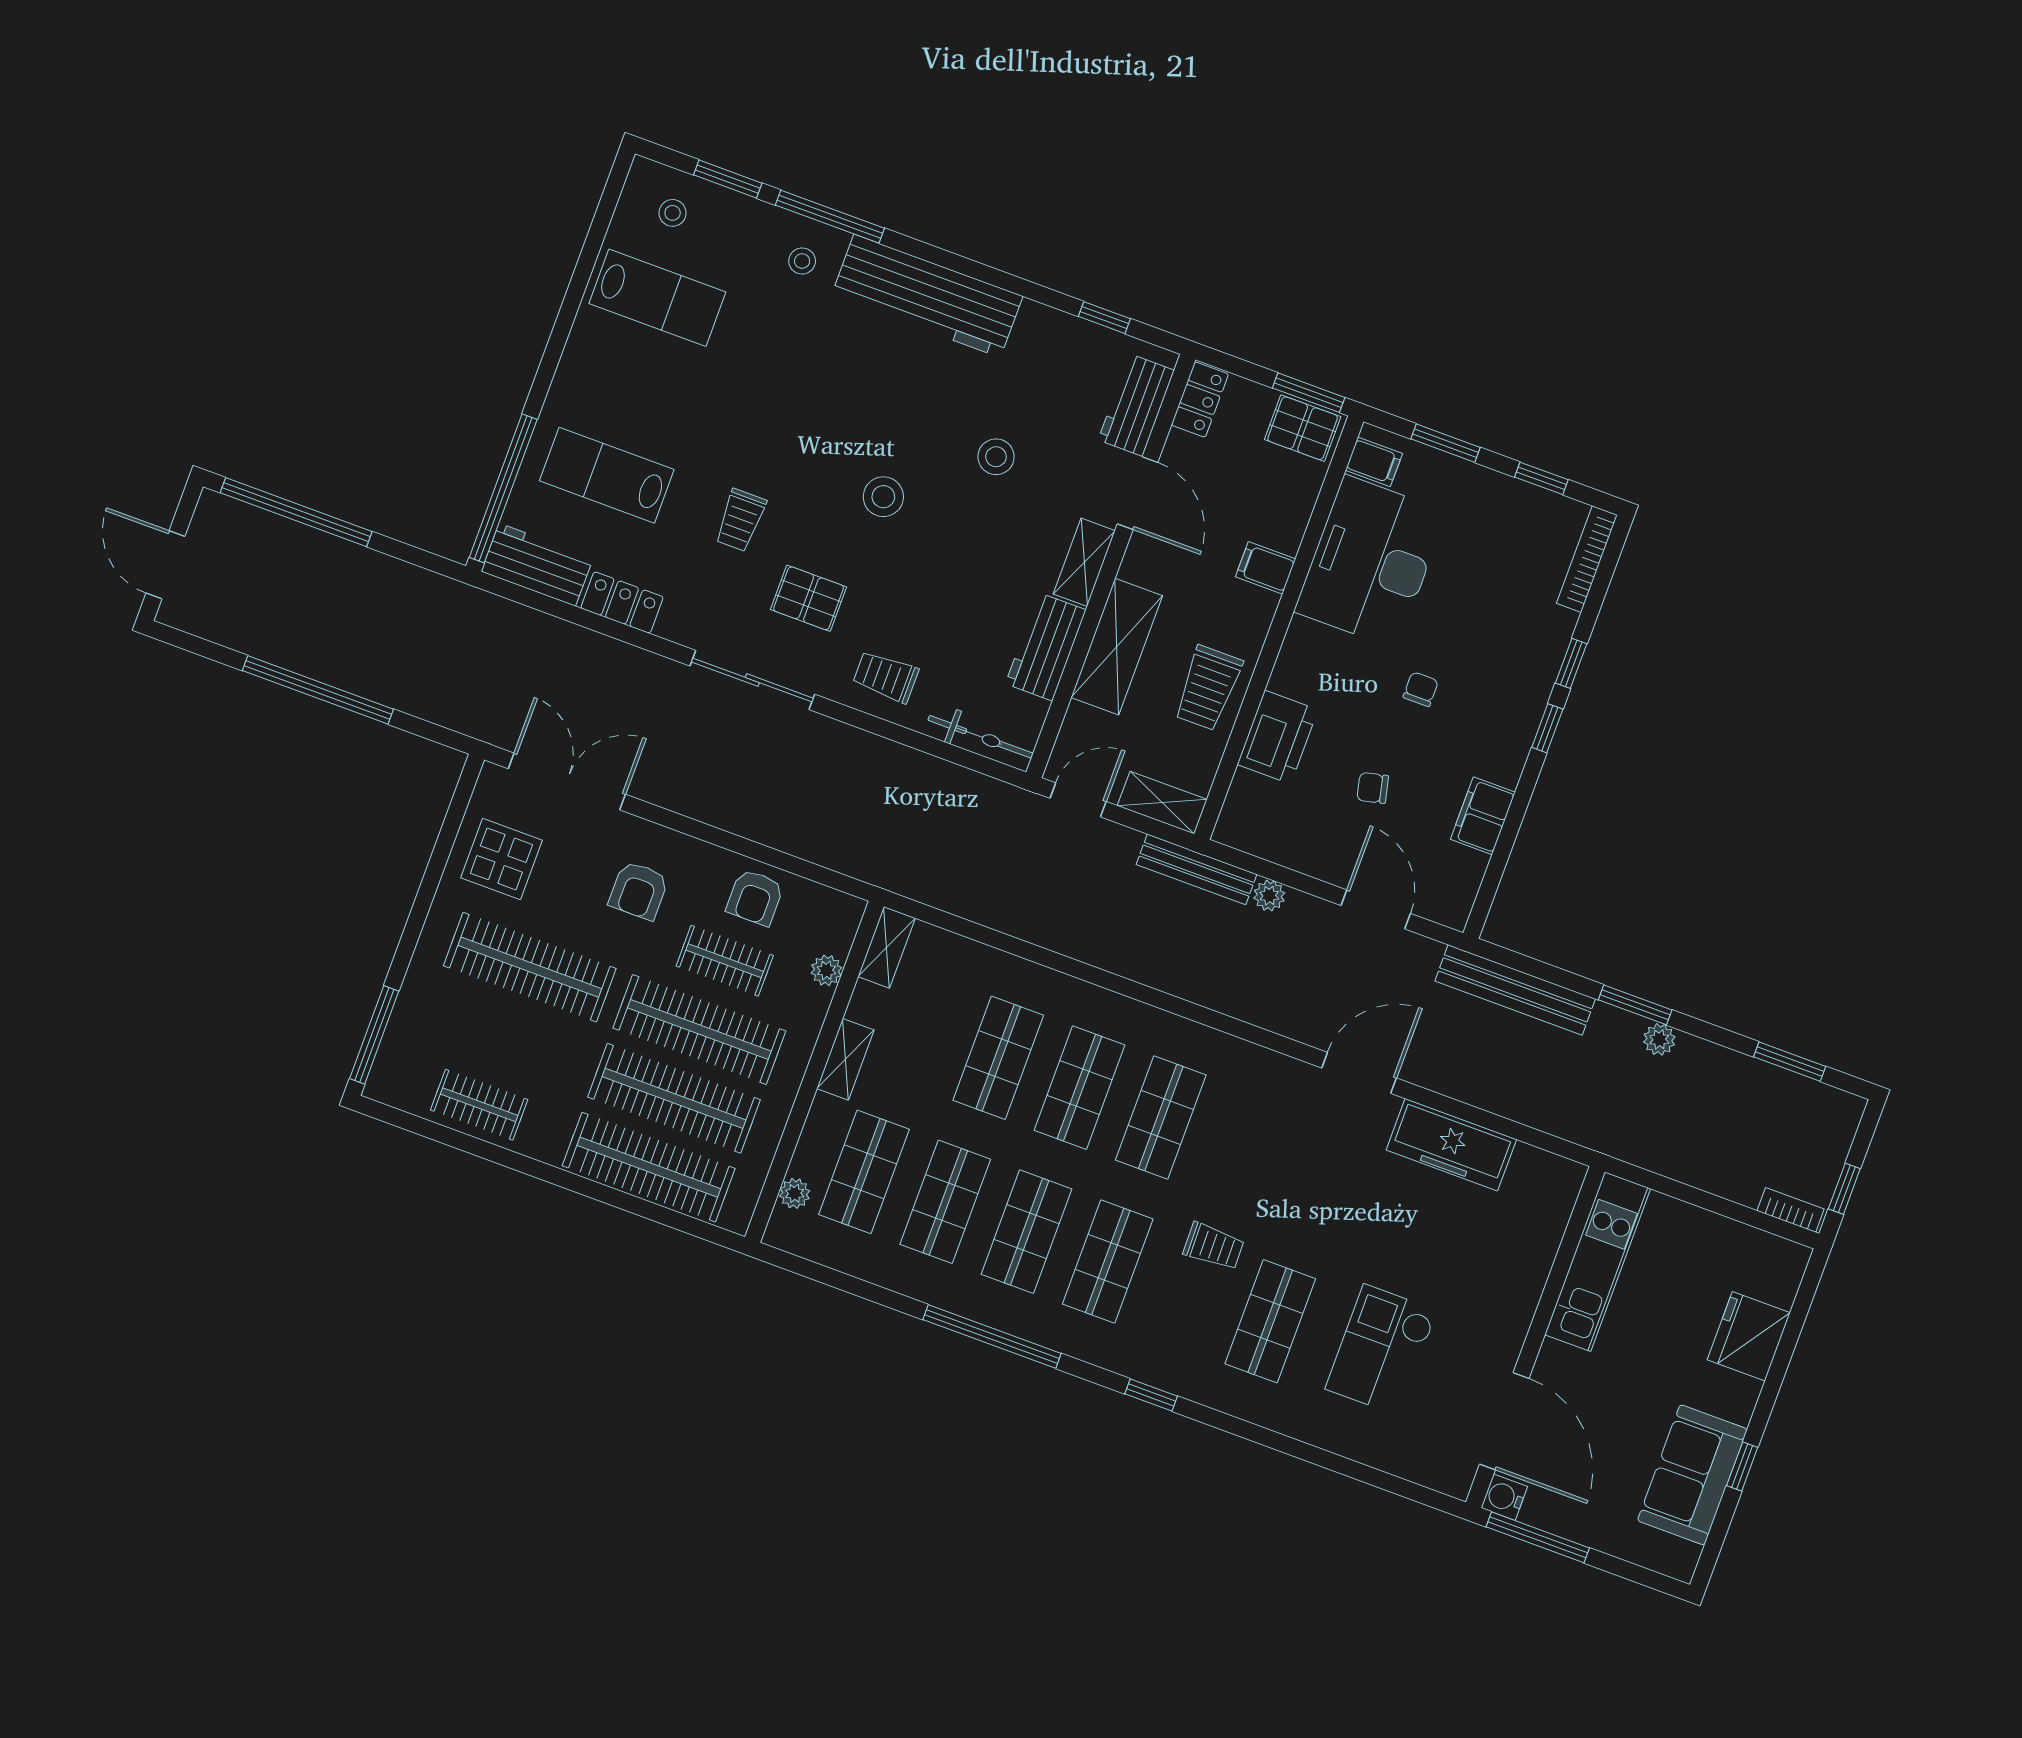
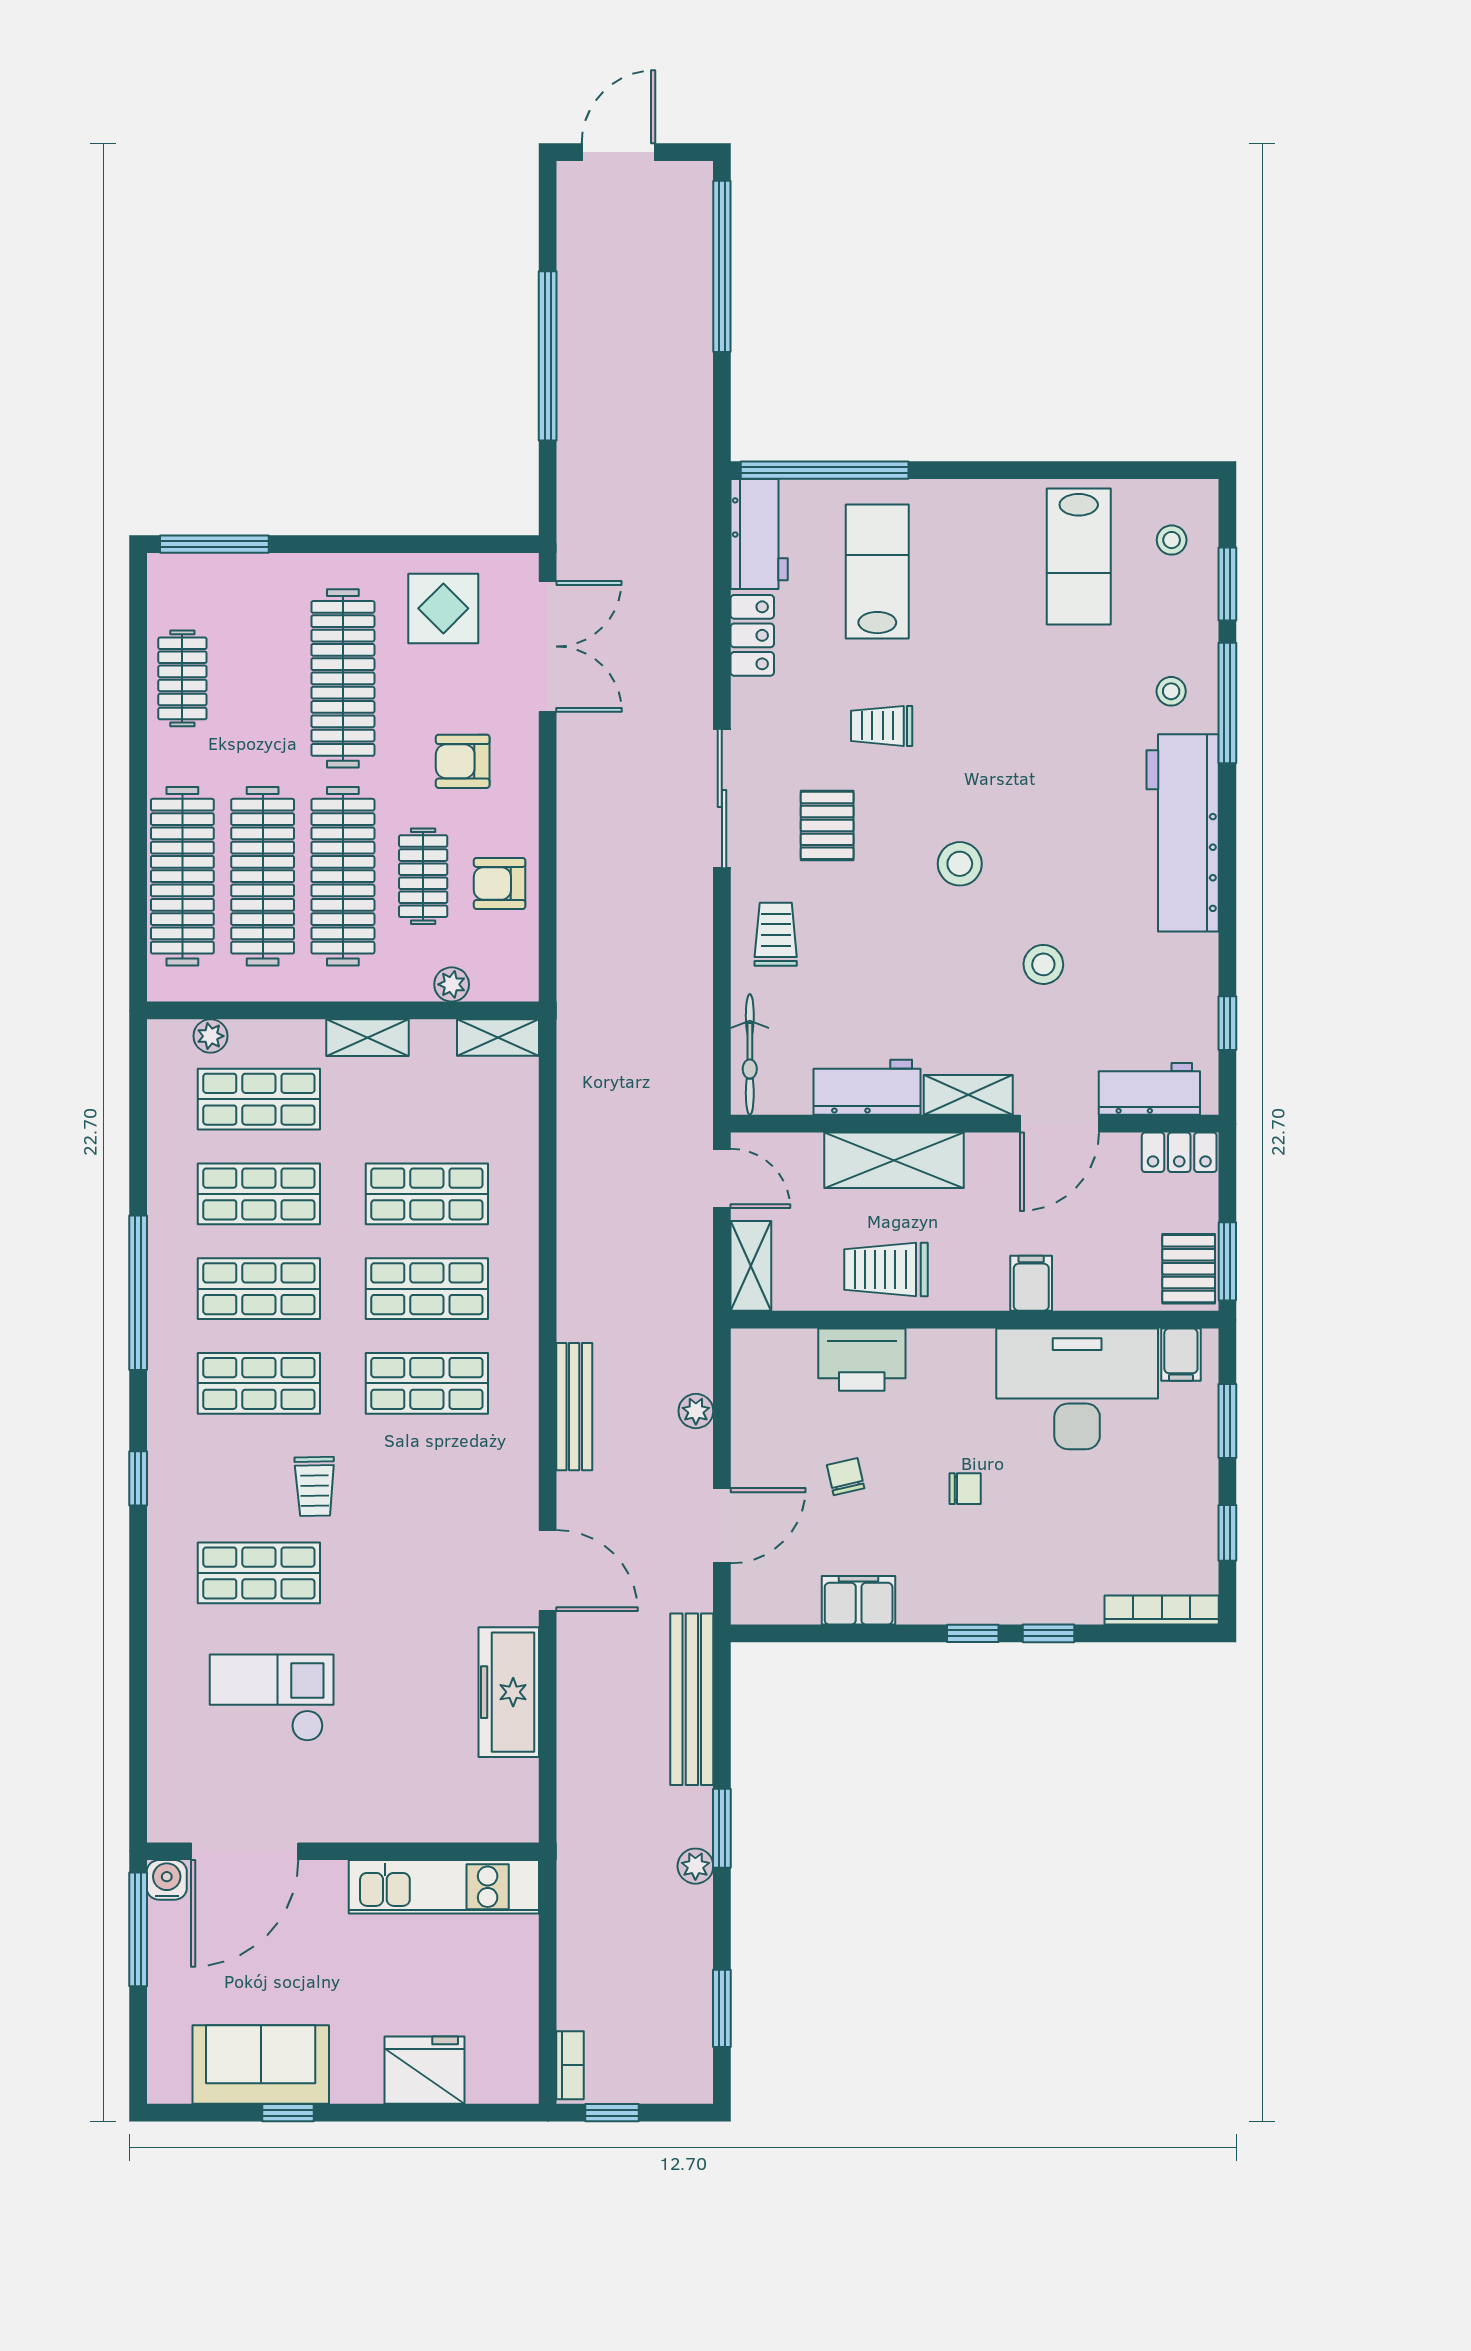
bench: (1197, 869) -> (574, 1407), moved

